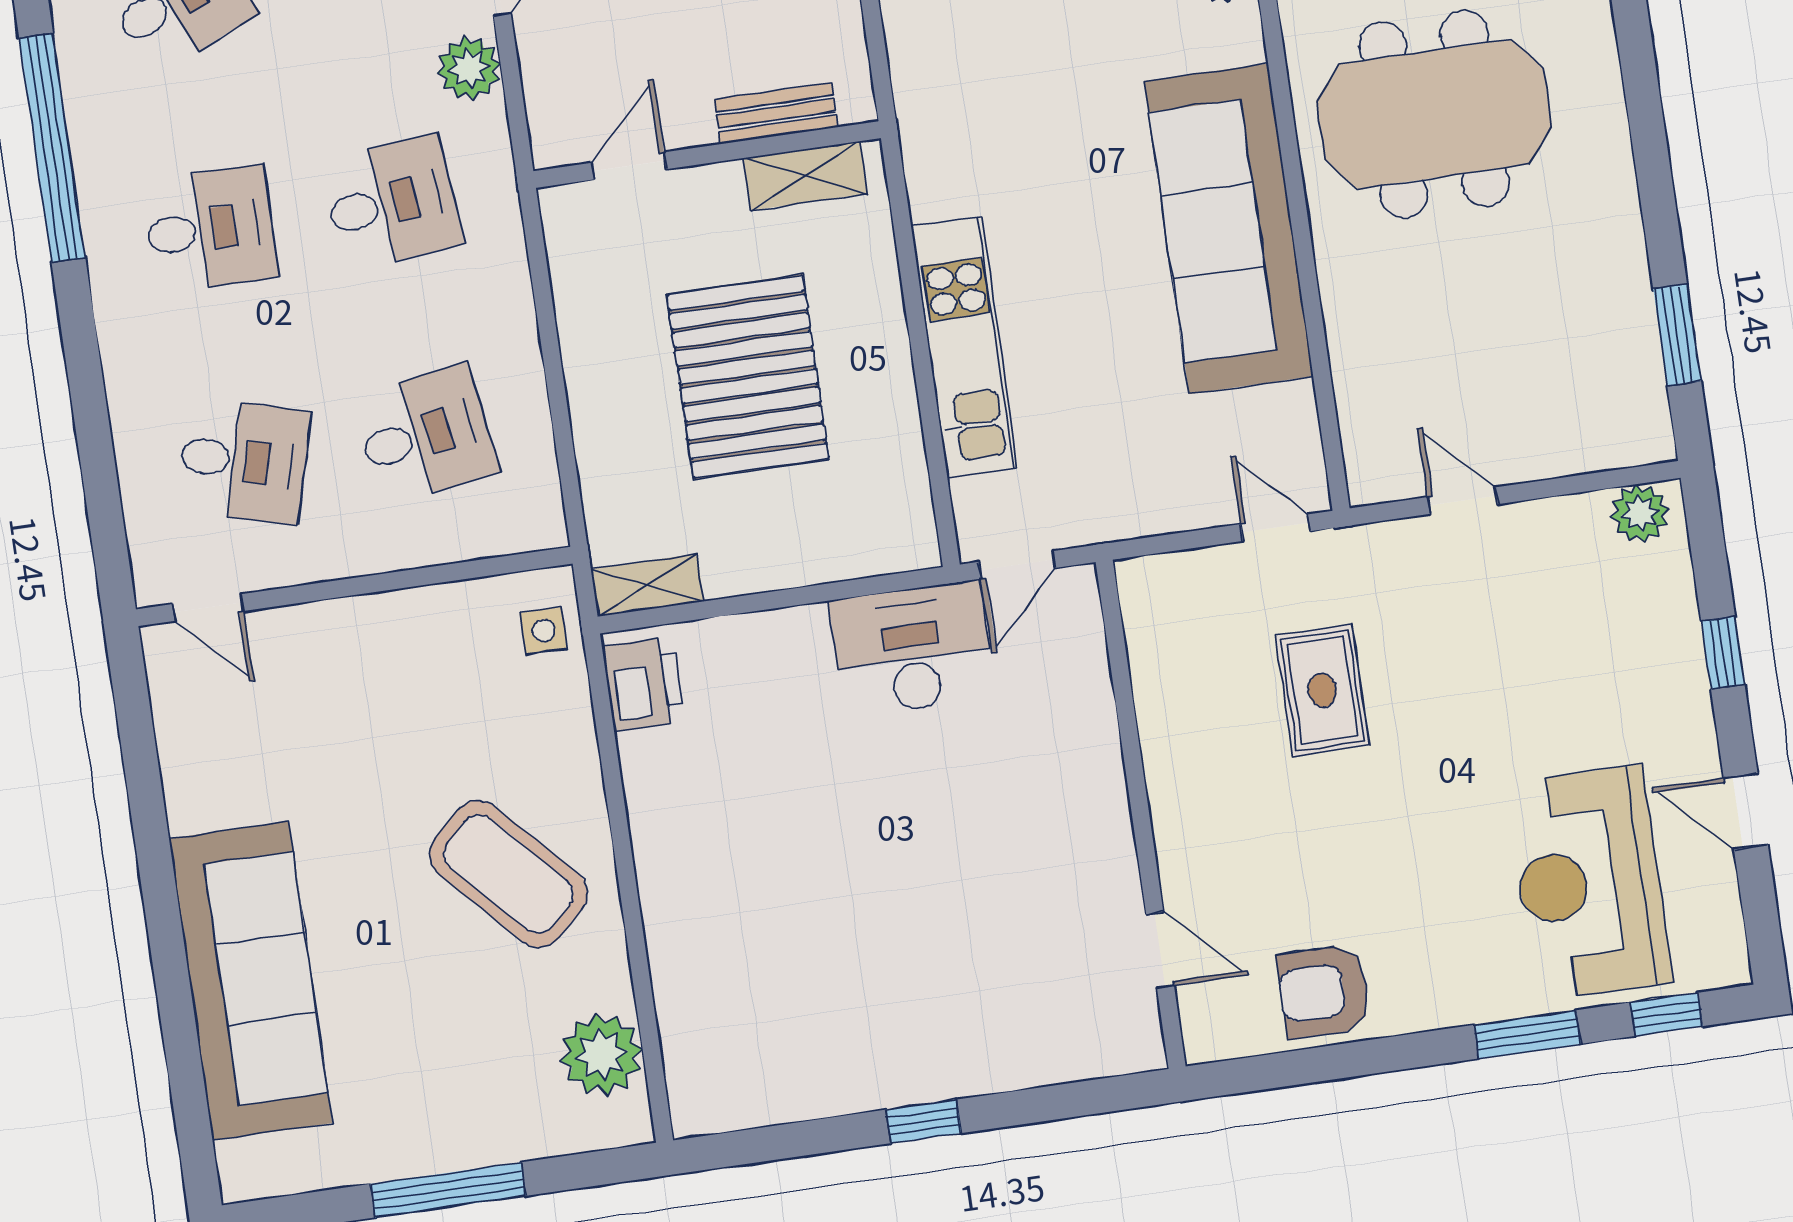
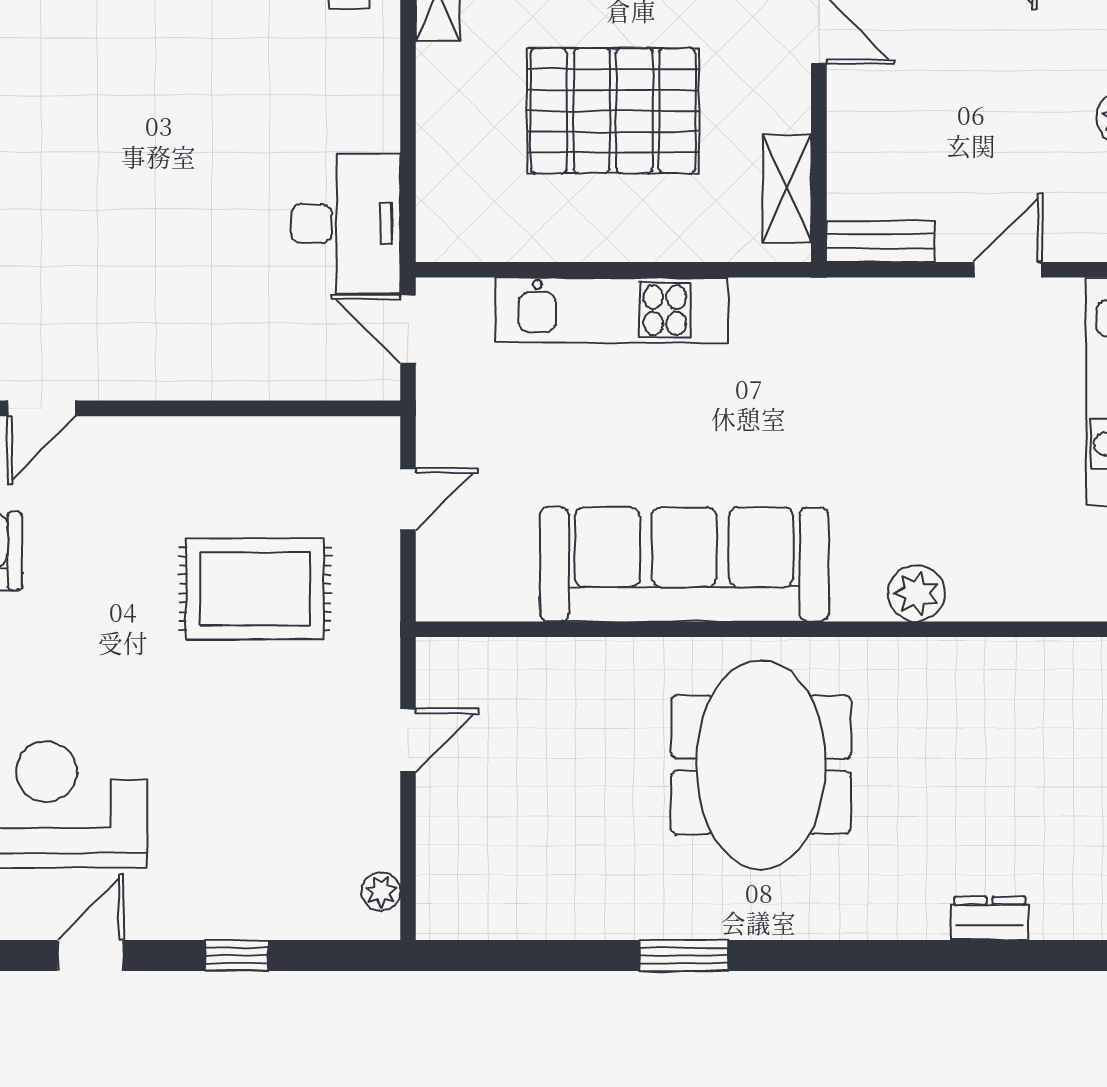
bench: (776, 113) -> (881, 241), moved, turned 90
window: (1677, 335) -> (684, 955), moved
plant: (1640, 513) -> (381, 891), width x0.73, depth x0.73
door: (1276, 528) -> (408, 499), moved
rug: (1322, 690) -> (255, 589), width x1.36, depth x1.43

